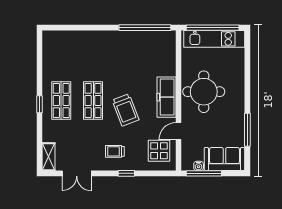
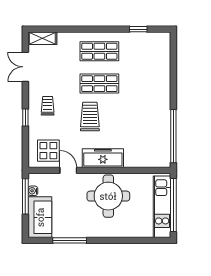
window: (39, 104) -> (138, 29), moved
trolley: (126, 110) -> (90, 117), turned 111

